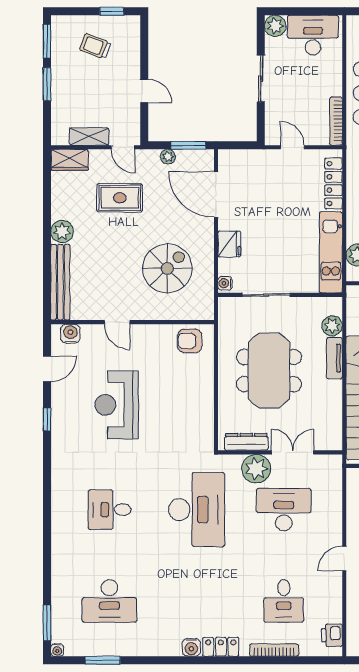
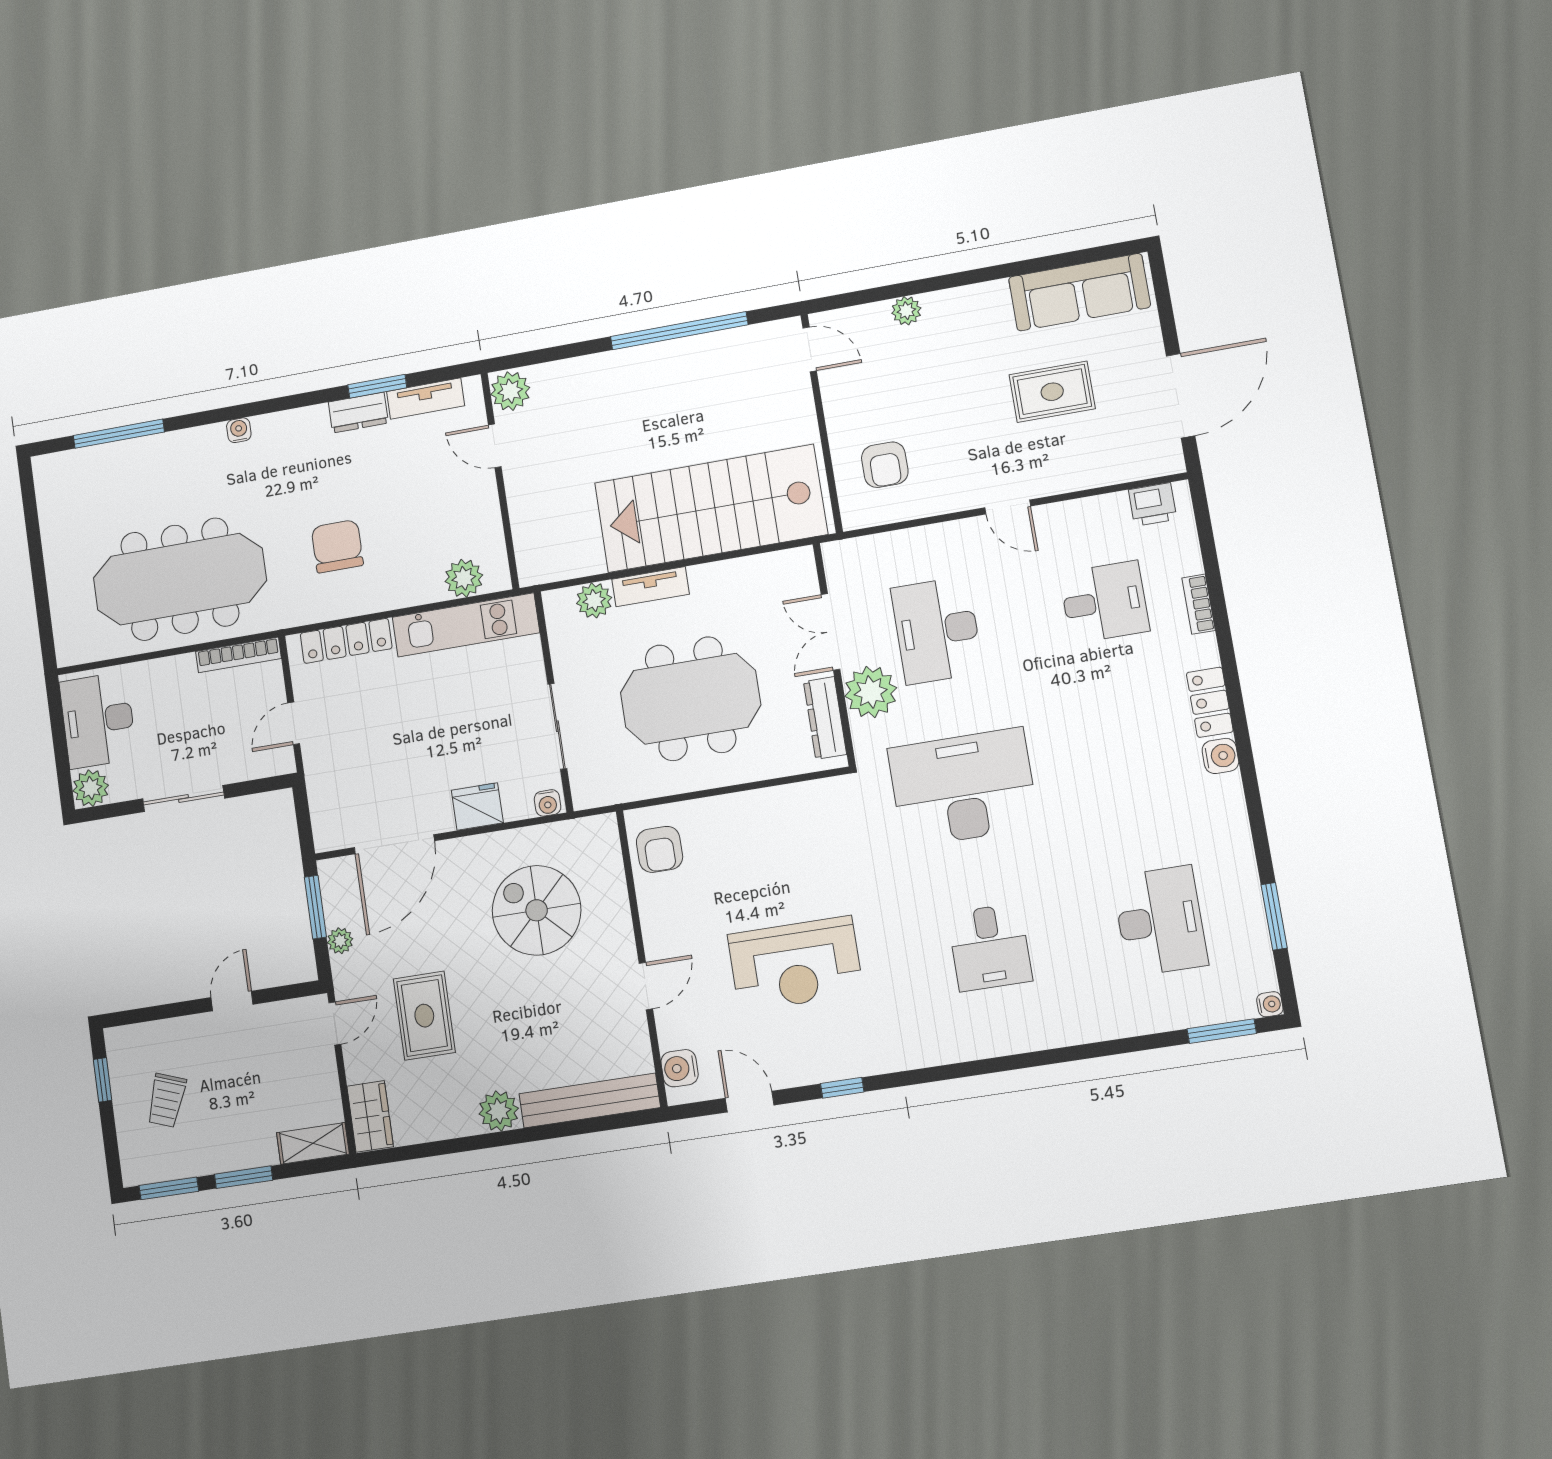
shelving: (89, 137) -> (313, 1143), moved, turned 90
bookcase: (274, 650) -> (1199, 604), width x0.64

